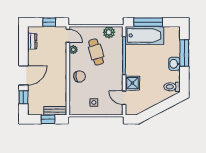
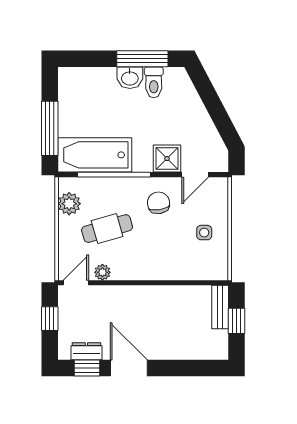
bathtub: (144, 35) -> (95, 155), moved, turned -90
window: (184, 53) -> (142, 59), moved
door: (23, 75) -> (129, 368), moved
chair: (80, 76) -> (158, 203), moved
toilet: (172, 87) -> (154, 82), moved
window: (23, 97) -> (87, 368), moved

